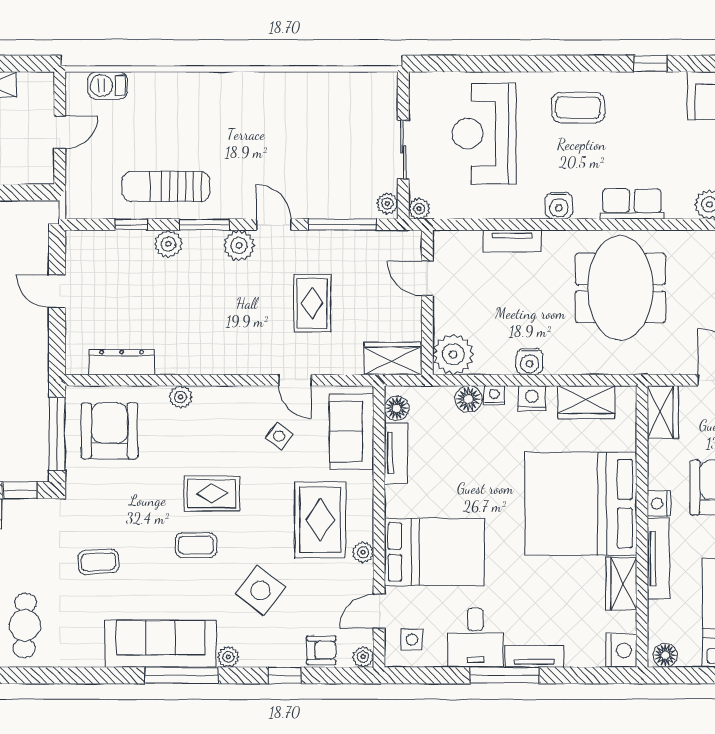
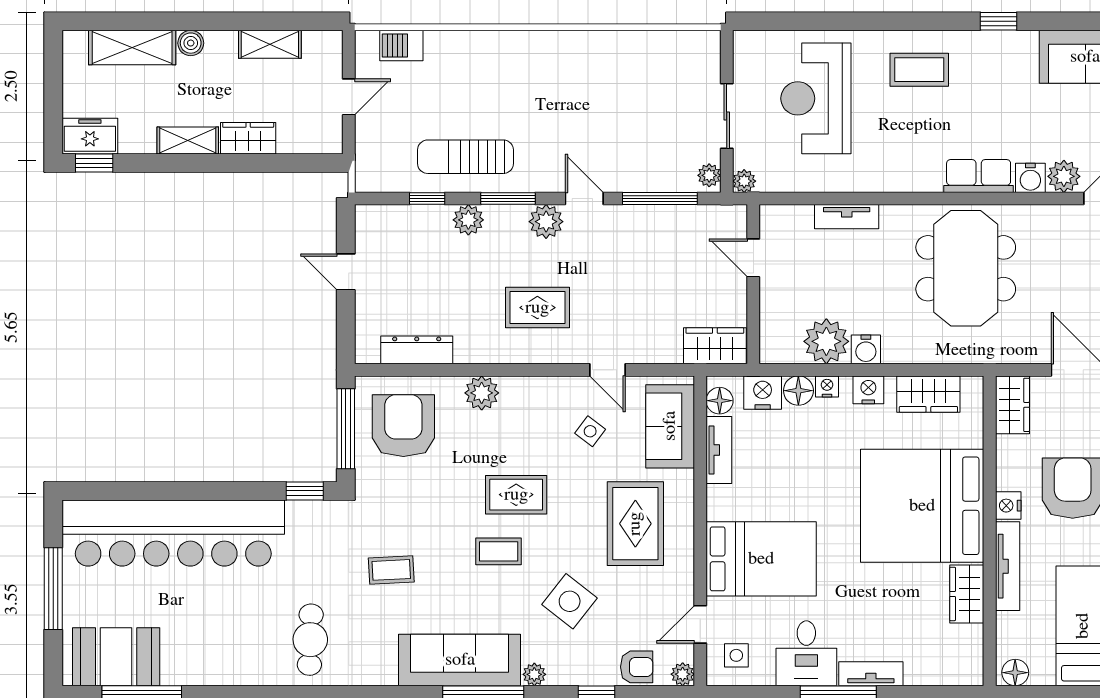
water cooler: (559, 206) -> (1030, 178), moved
rug: (312, 303) -> (537, 308), moved, turned 90
plant: (453, 354) -> (826, 341), moved
plant: (181, 397) -> (482, 393), width x1.38, depth x1.38
plant: (363, 552) -> (682, 559), removed
nightstand: (621, 650) -> (763, 393), moved, turned -90

